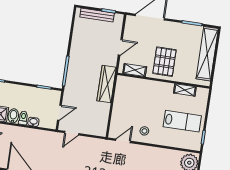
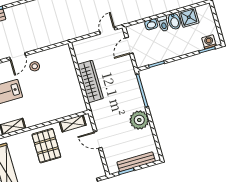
door: (120, 47) -> (98, 140), hinge flipped
plant: (79, 48) -> (139, 120), added
wardrobe: (107, 84) -> (90, 81), moved
door: (123, 141) -> (18, 56), moved

